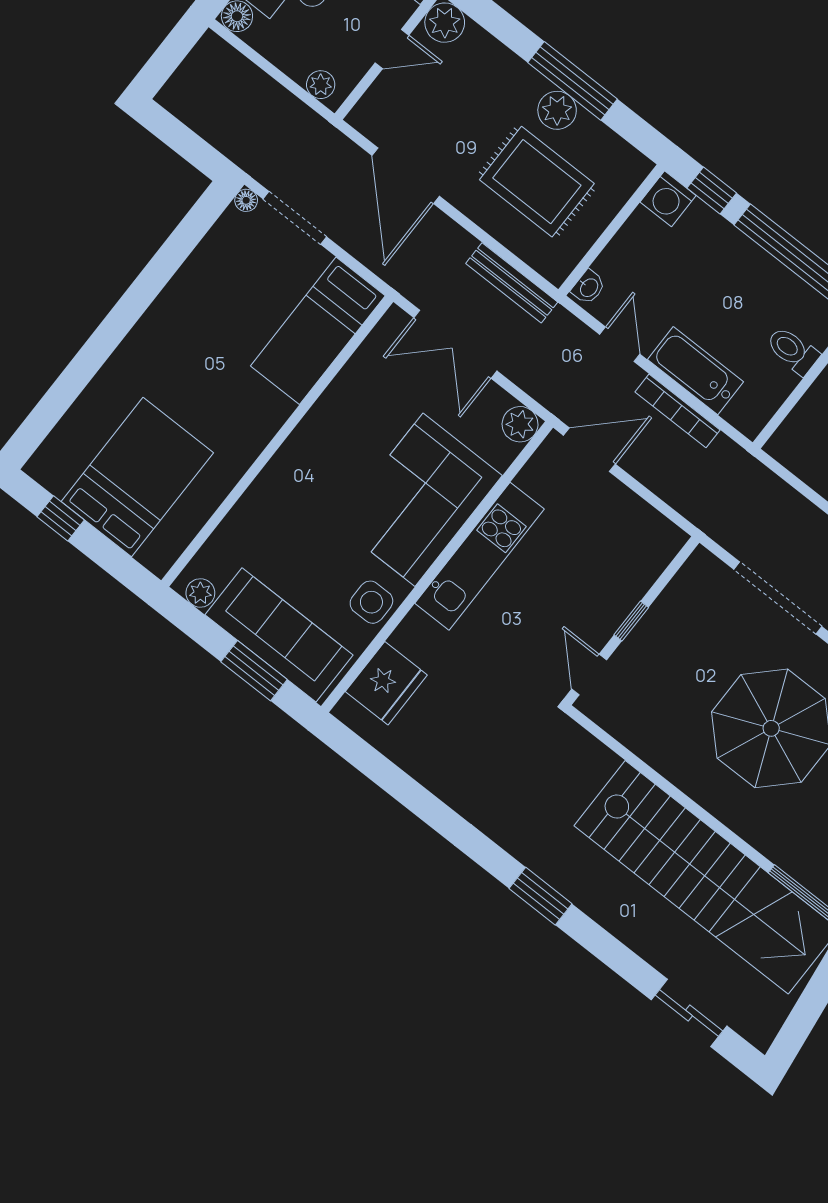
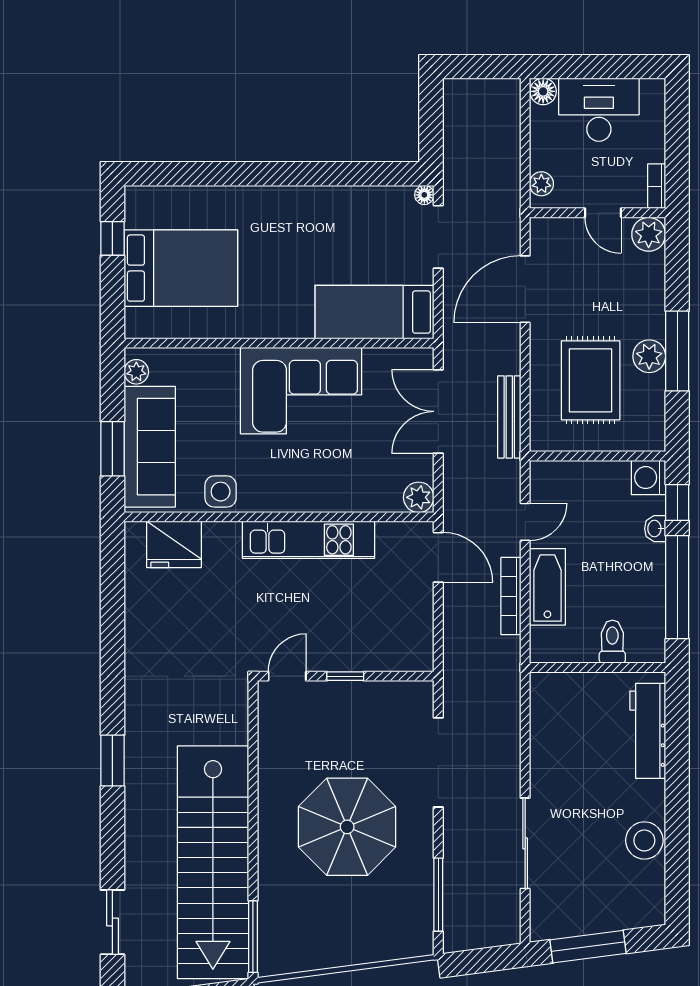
washbasin: (589, 287) -> (655, 529), moved, turned 90
corner sofa: (419, 500) -> (301, 391), moved, turned 180

